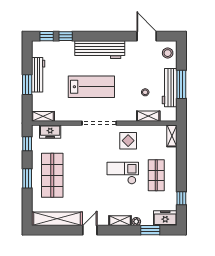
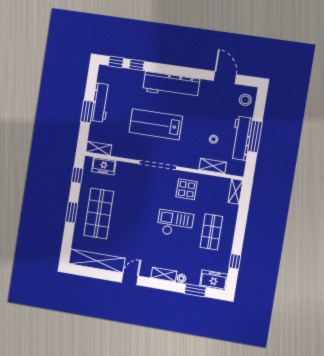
lab bench: (91, 87) -> (156, 124), turned 180

